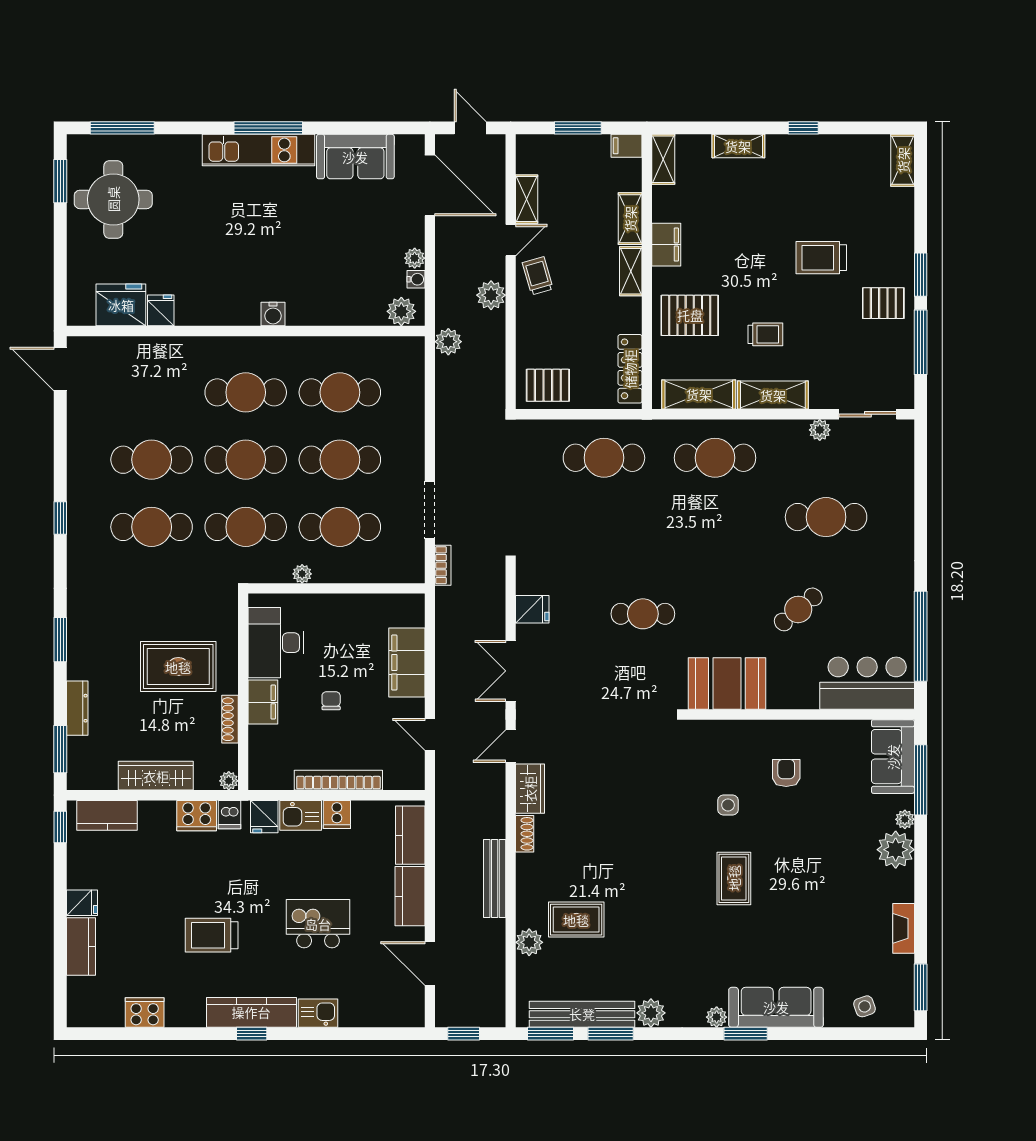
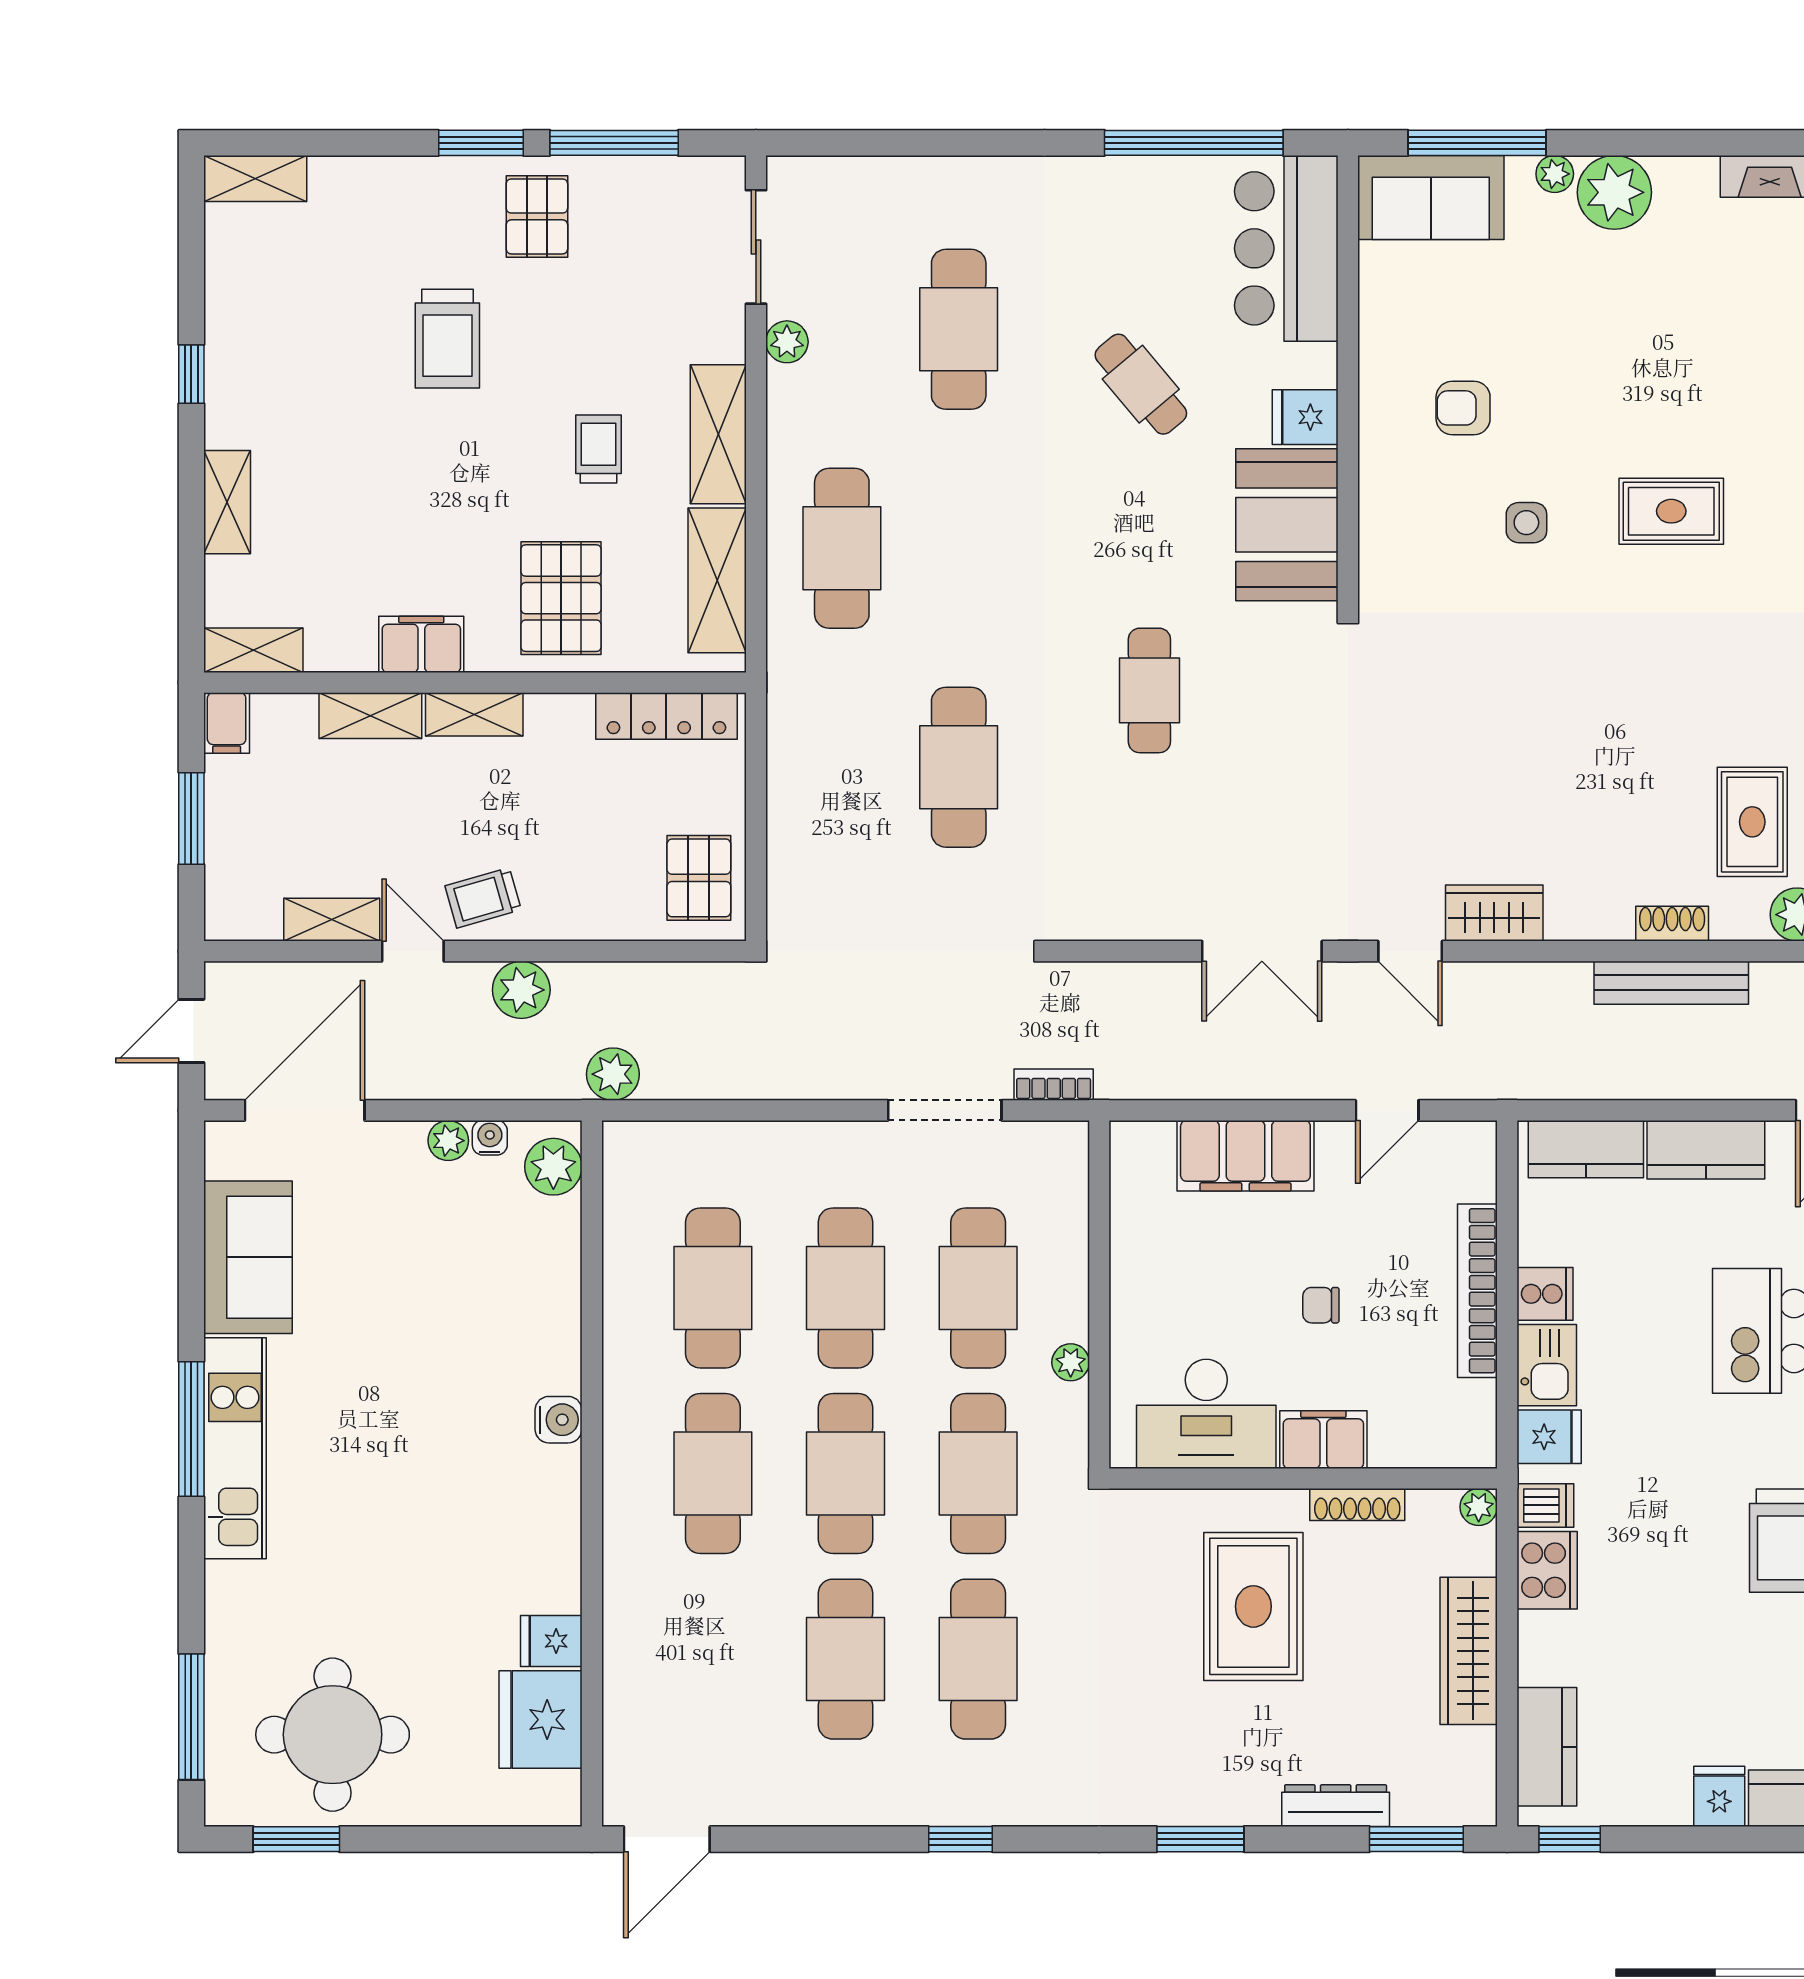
cafe table: (604, 458) -> (959, 767), moved
fridge: (532, 609) -> (1305, 417), moved, turned -90
shoe rack: (525, 834) -> (1672, 924), moved

